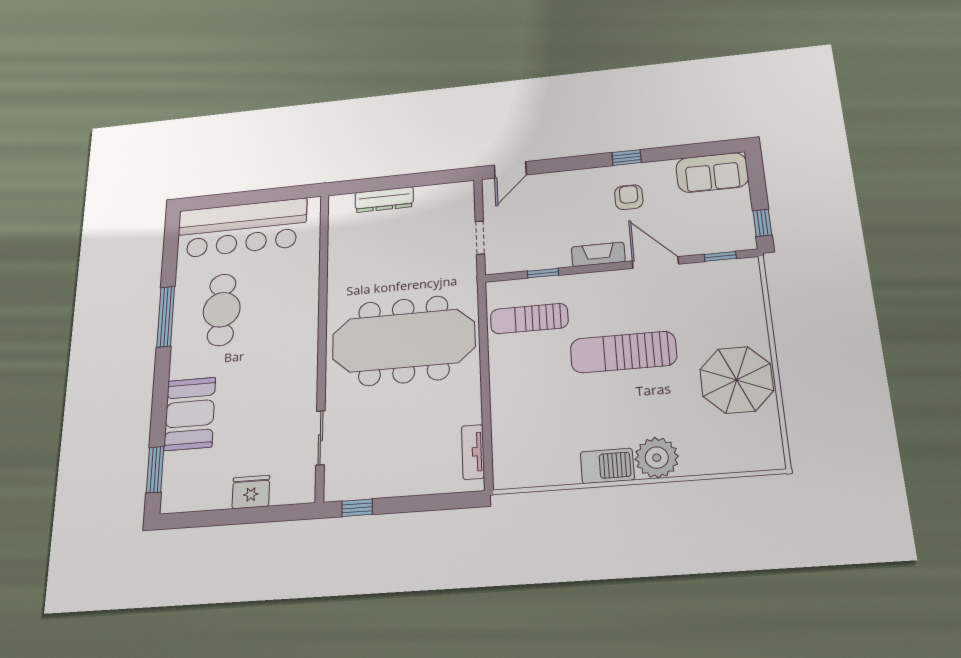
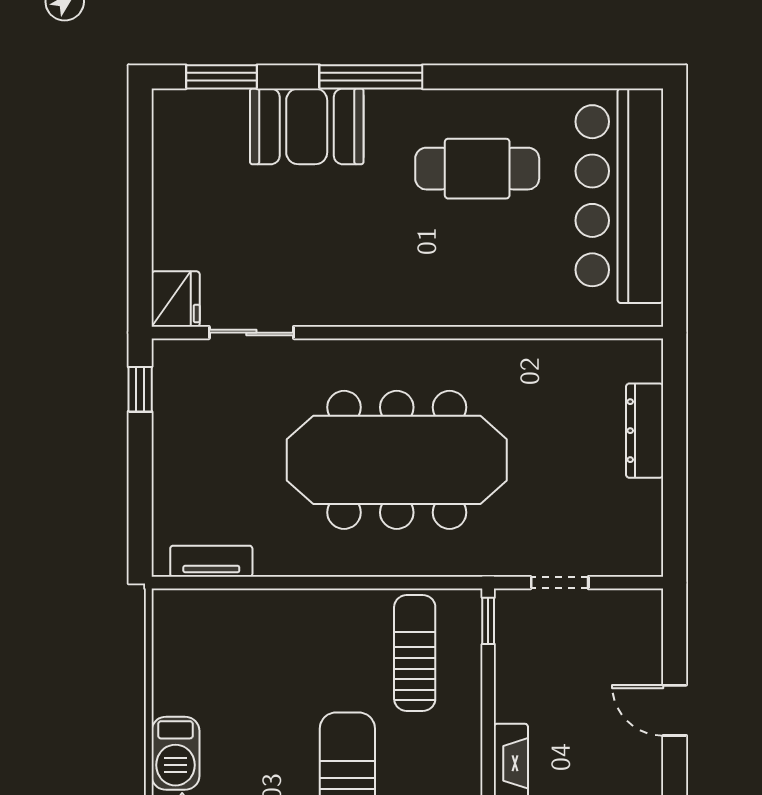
door: (510, 170) -> (675, 710), moved
window: (543, 273) -> (488, 621), moved
window: (166, 317) -> (371, 77), moved
meeting table: (403, 341) -> (397, 460), turned 90
fridge: (251, 492) -> (176, 299), moved

